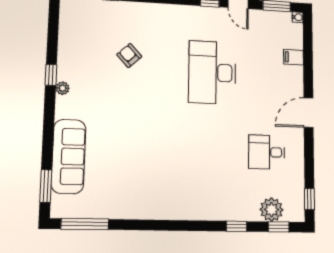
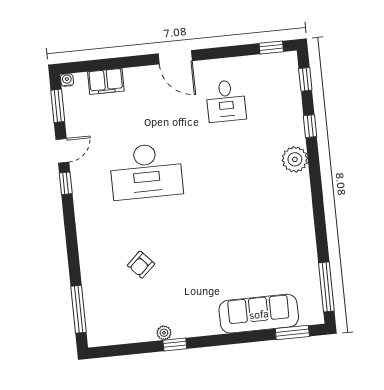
filing cabinet: (294, 57) -> (106, 81), width x2.00
plant: (63, 88) -> (164, 333), moved
plant: (272, 210) -> (295, 159), moved

